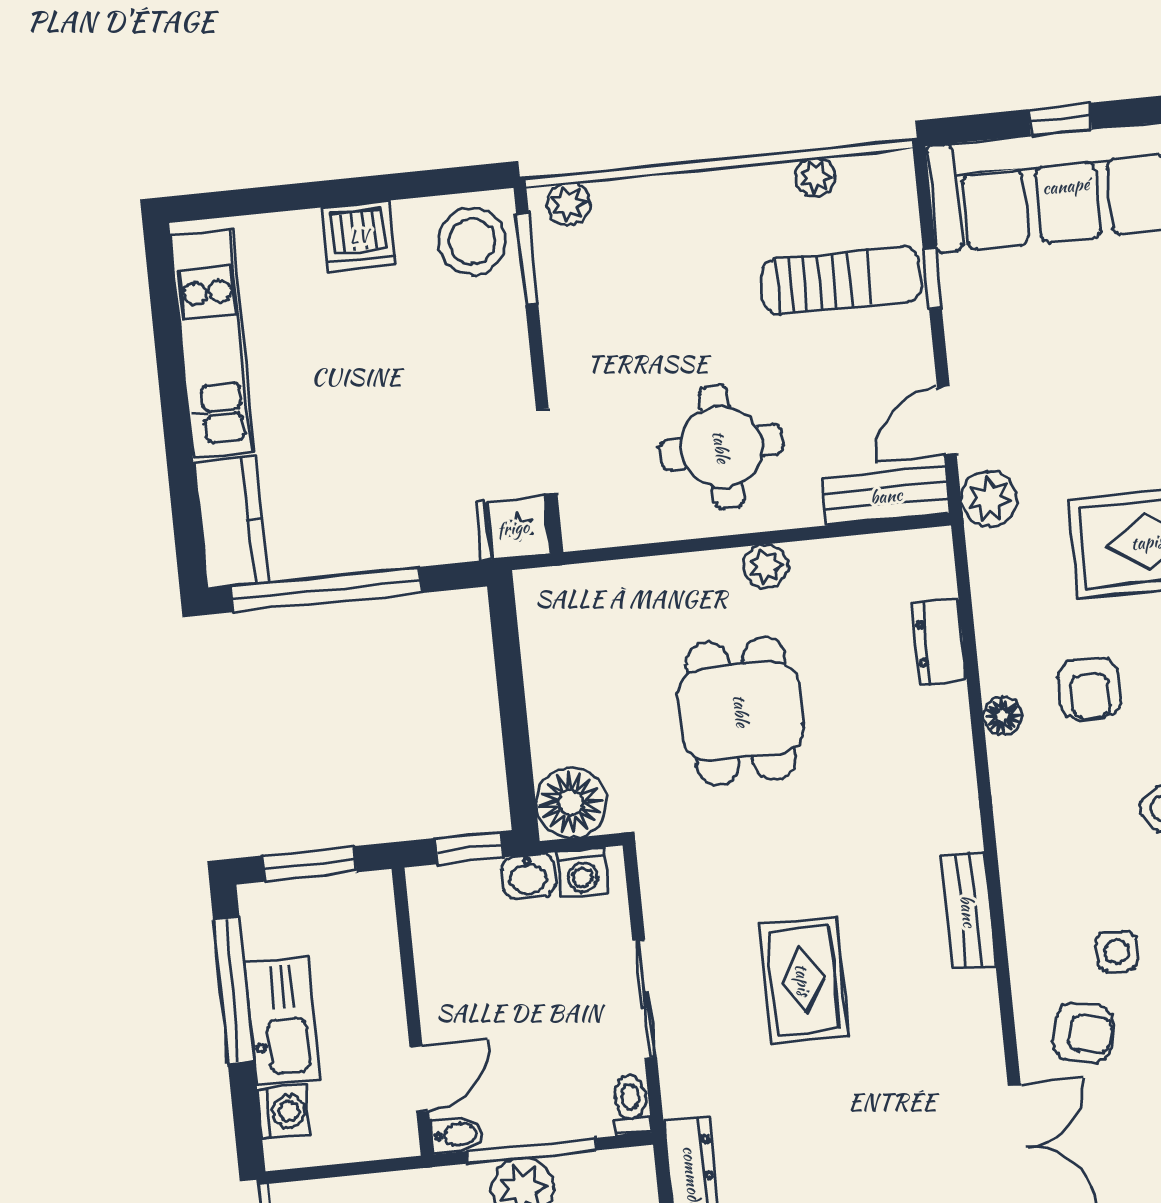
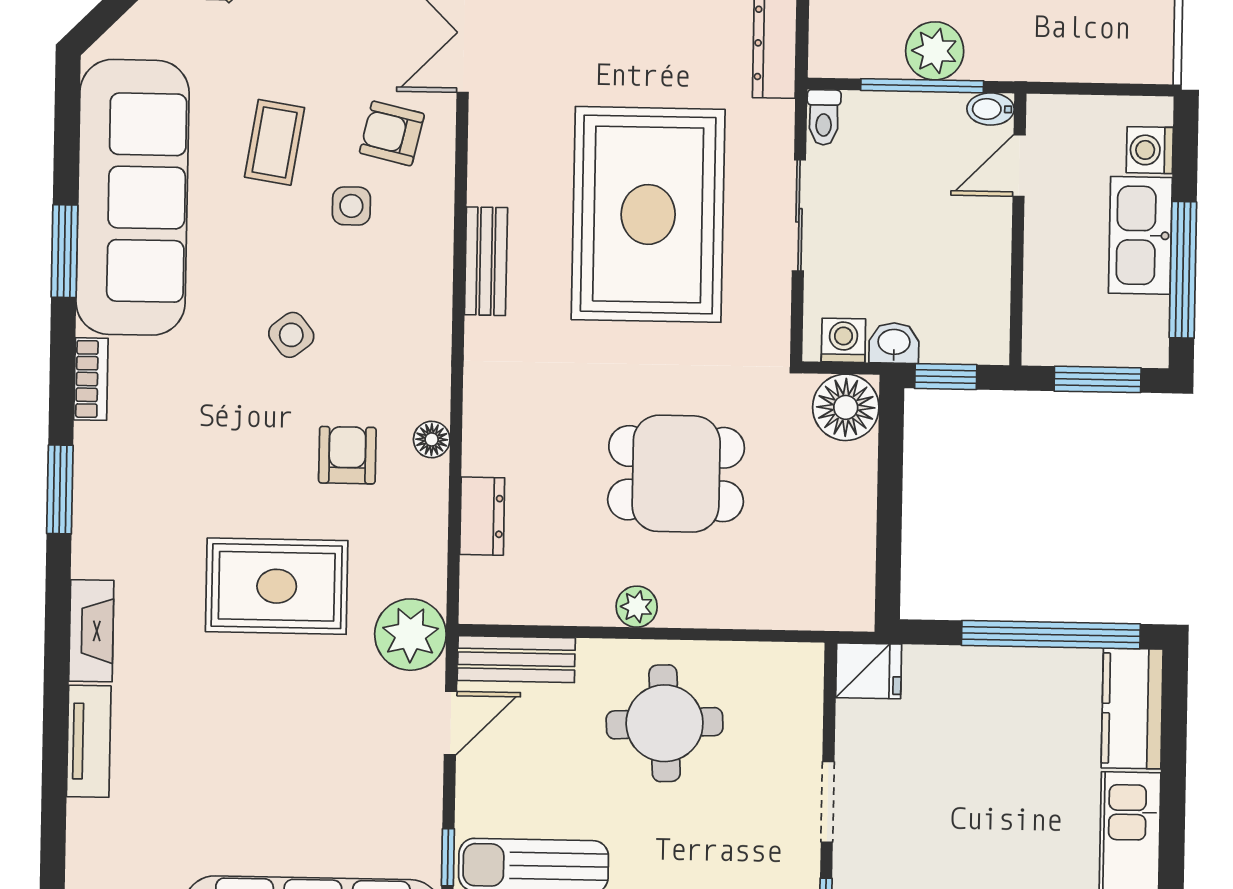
doorway: (547, 452) -> (828, 802), moved
plant: (989, 499) -> (410, 635), width x1.36, depth x1.36
dining table: (741, 711) -> (676, 474), turned 90
rug: (803, 980) -> (648, 214), width x1.86, depth x2.06

